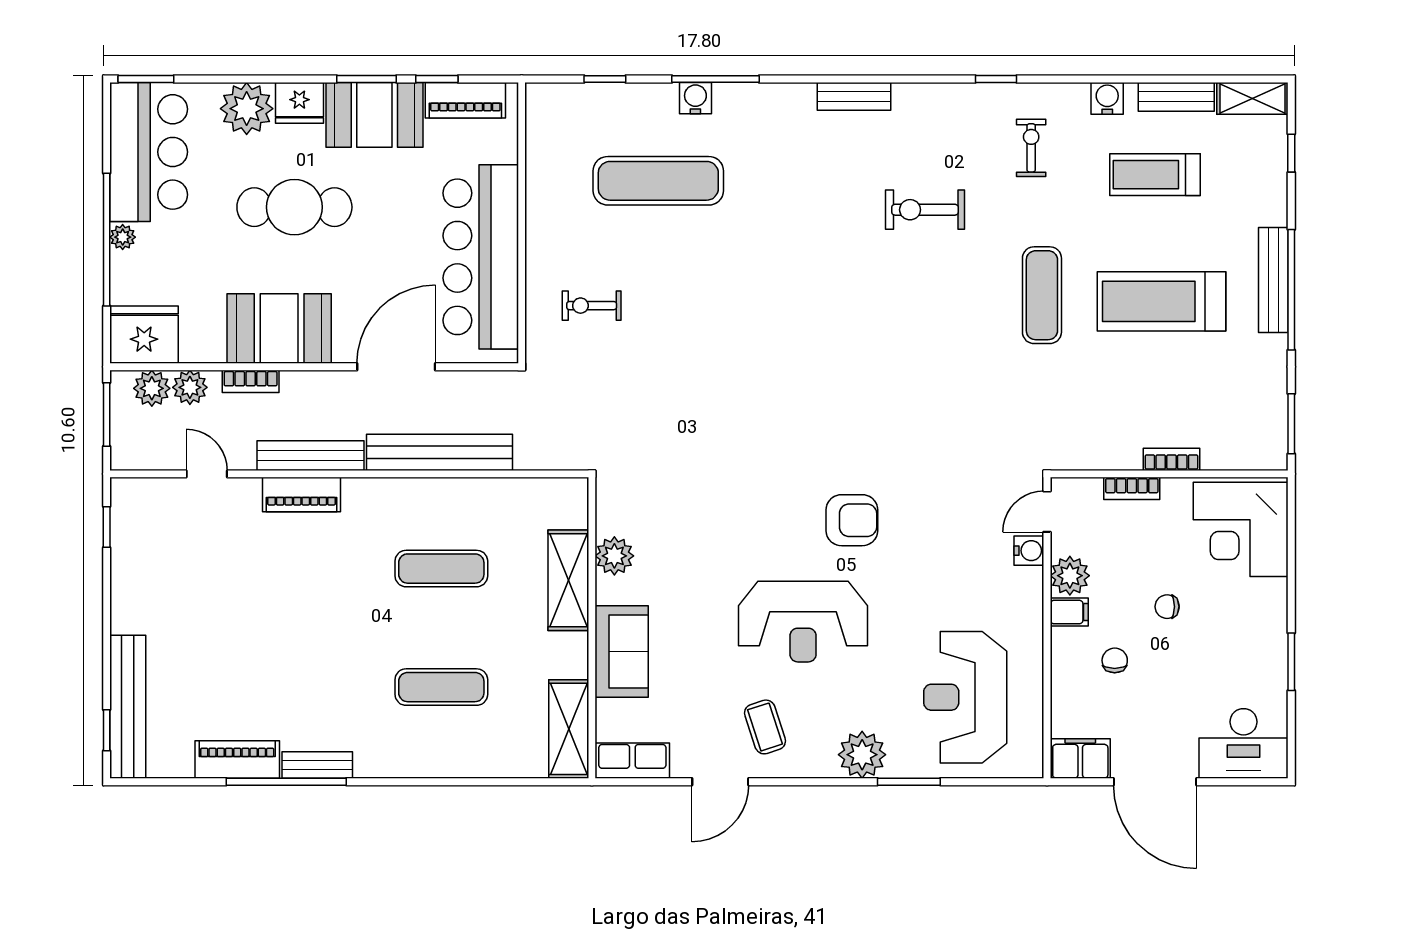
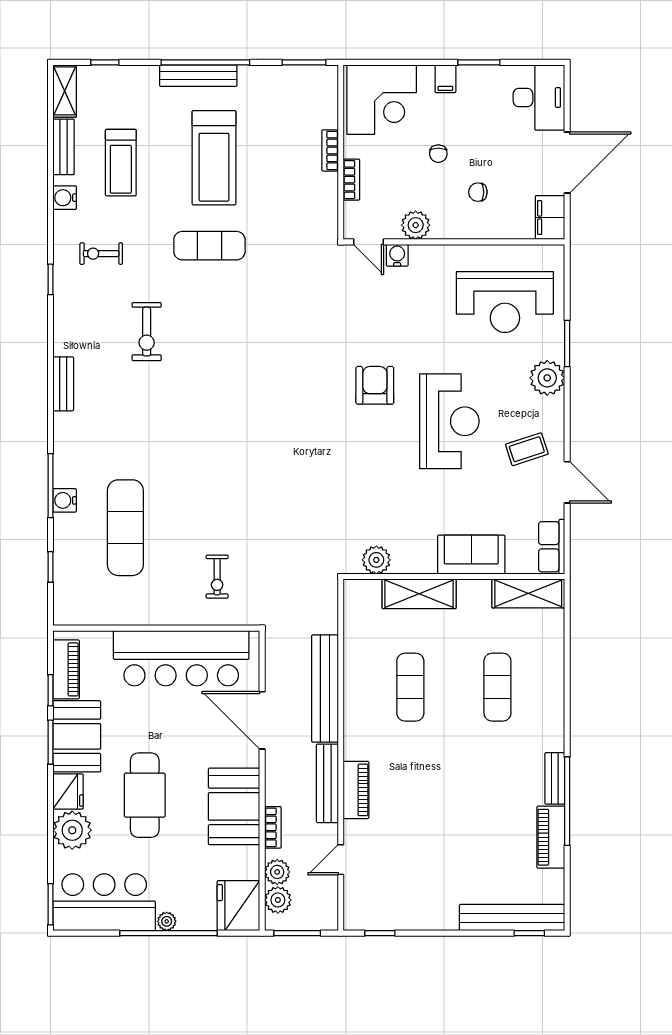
plant: (614, 556) -> (376, 560), moved
filing cabinet: (1069, 612) -> (445, 79), moved, turned 180

